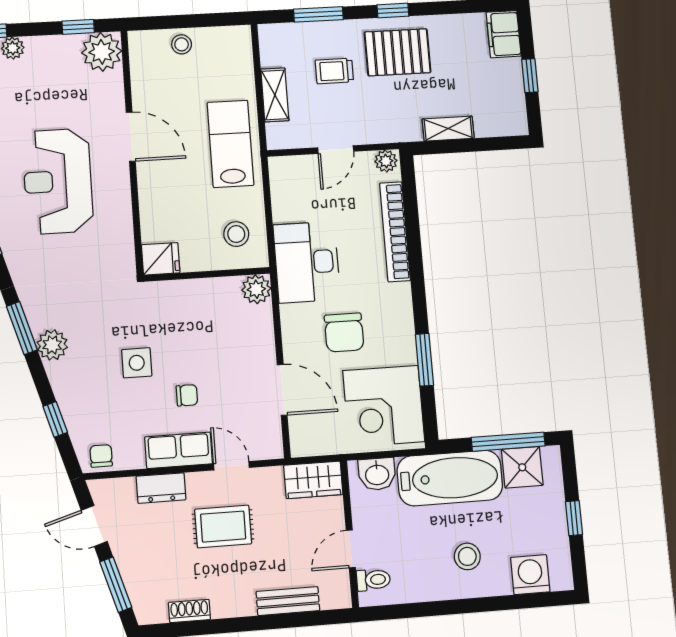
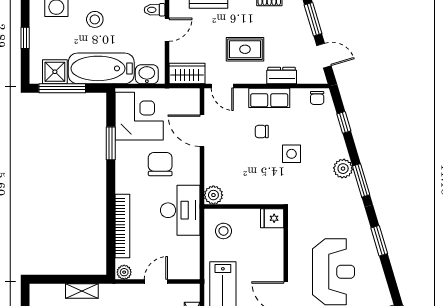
door: (231, 466) -> (222, 86), moved

